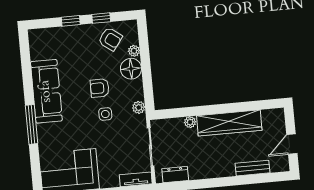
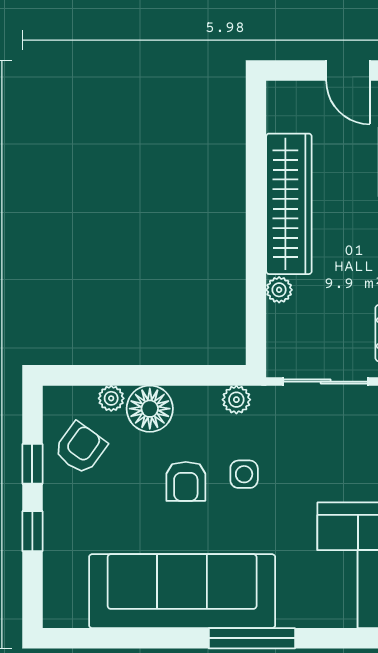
sofa: (46, 91) -> (182, 591), width x1.36, depth x1.27

